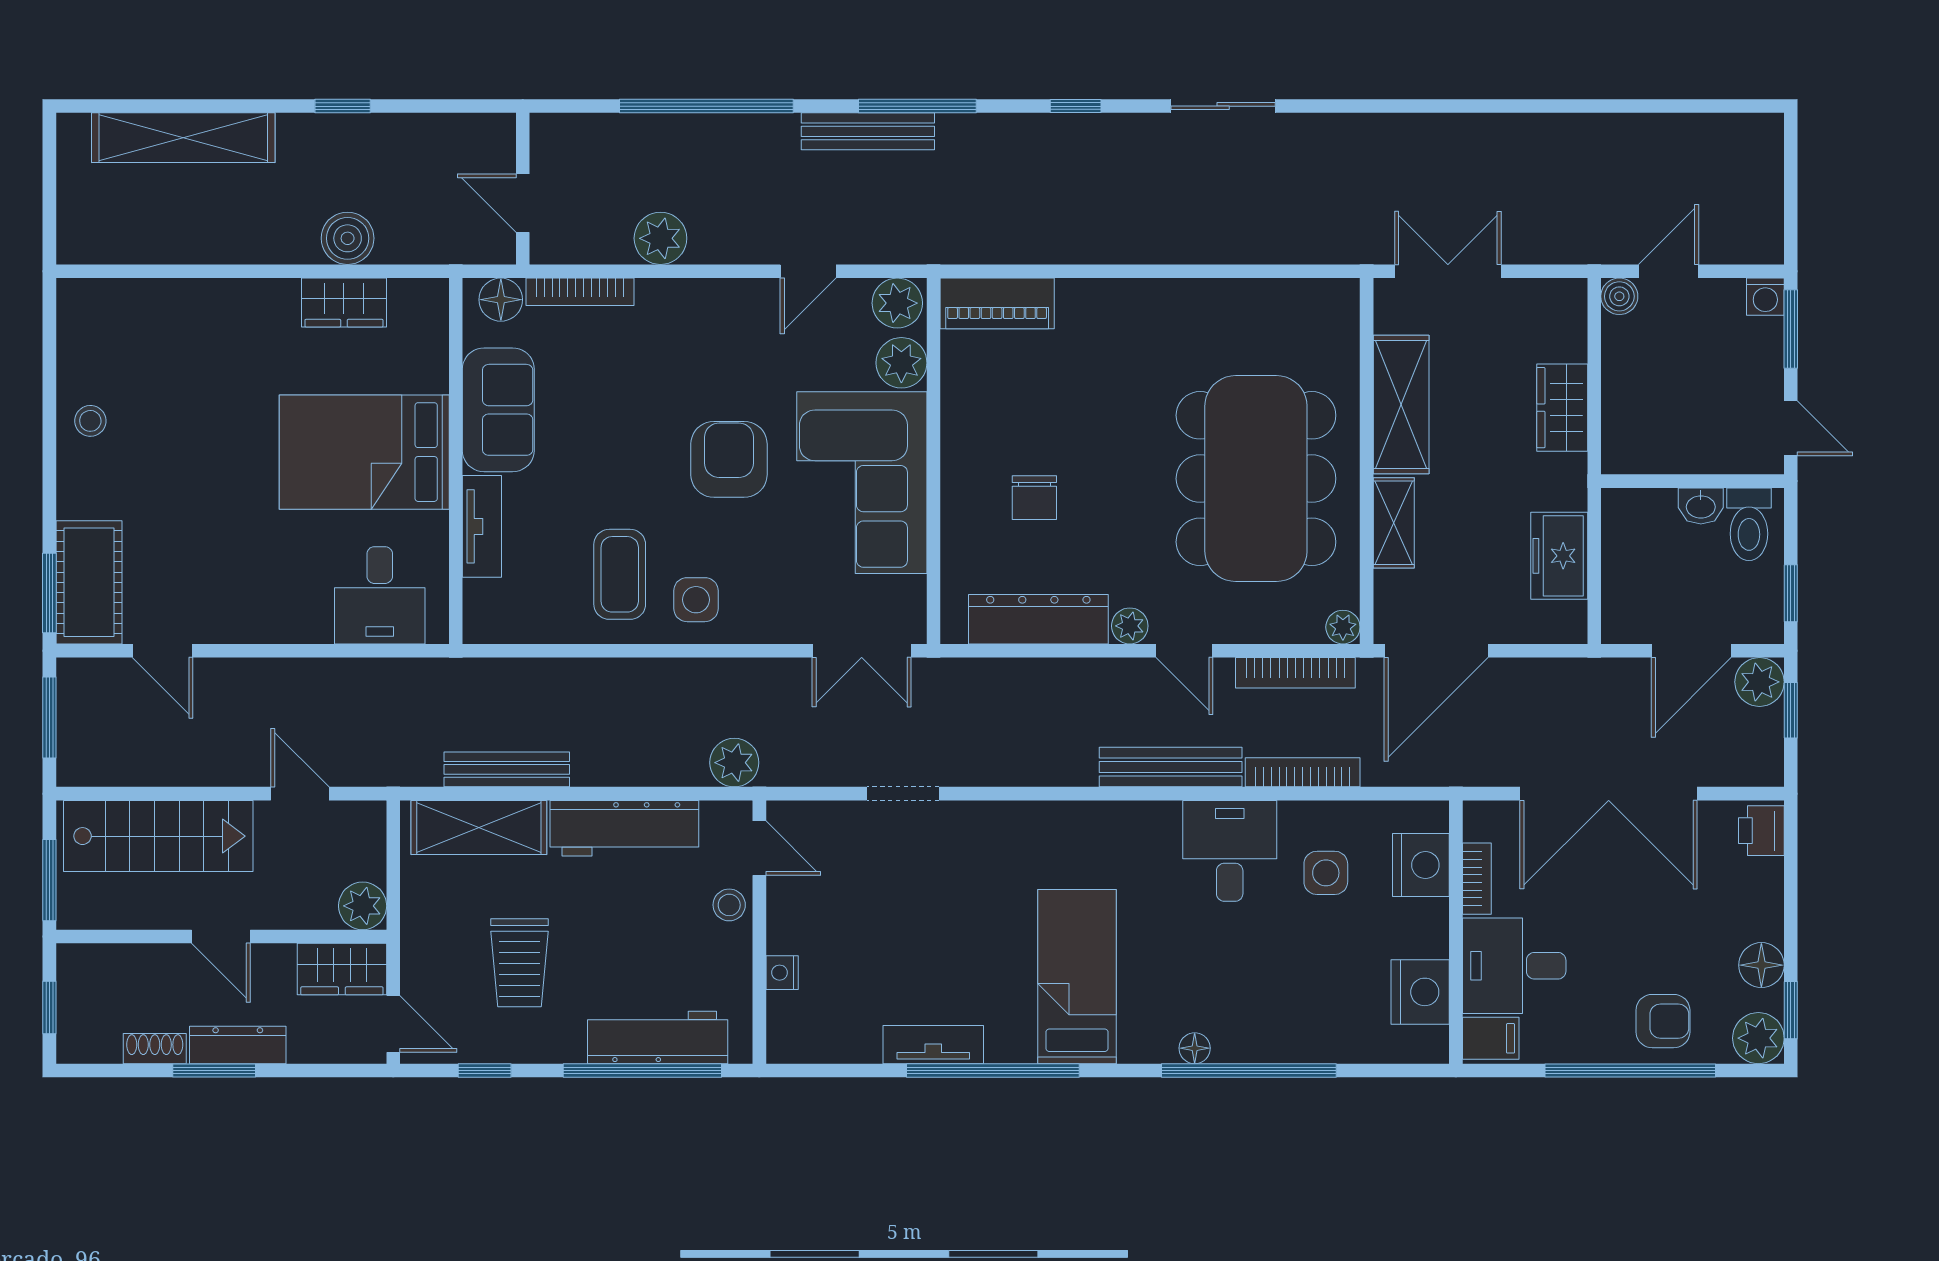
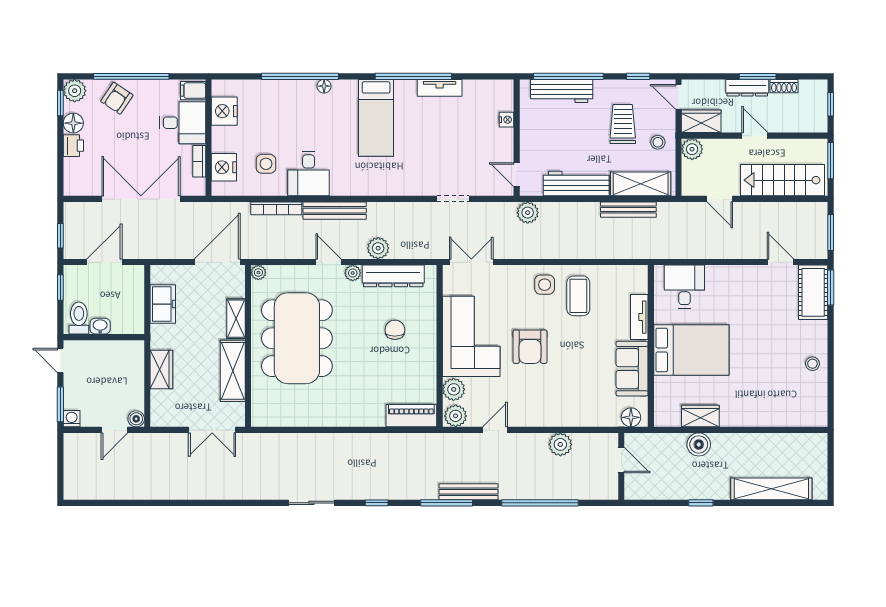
bookcase: (580, 292) -> (596, 421), removed
bookcase: (1295, 673) -> (279, 252), removed
plant: (1760, 682) -> (378, 248), moved
printer: (1761, 831) -> (73, 146), moved
stool: (729, 905) -> (658, 142), moved
armchair: (1663, 1021) -> (117, 98), turned -56

